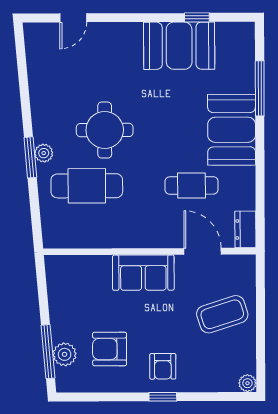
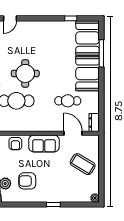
booth: (179, 46) -> (88, 38), moved, turned 90
coffee table: (222, 314) -> (83, 164), turned 49
armchair: (163, 366) -> (15, 144), moved

